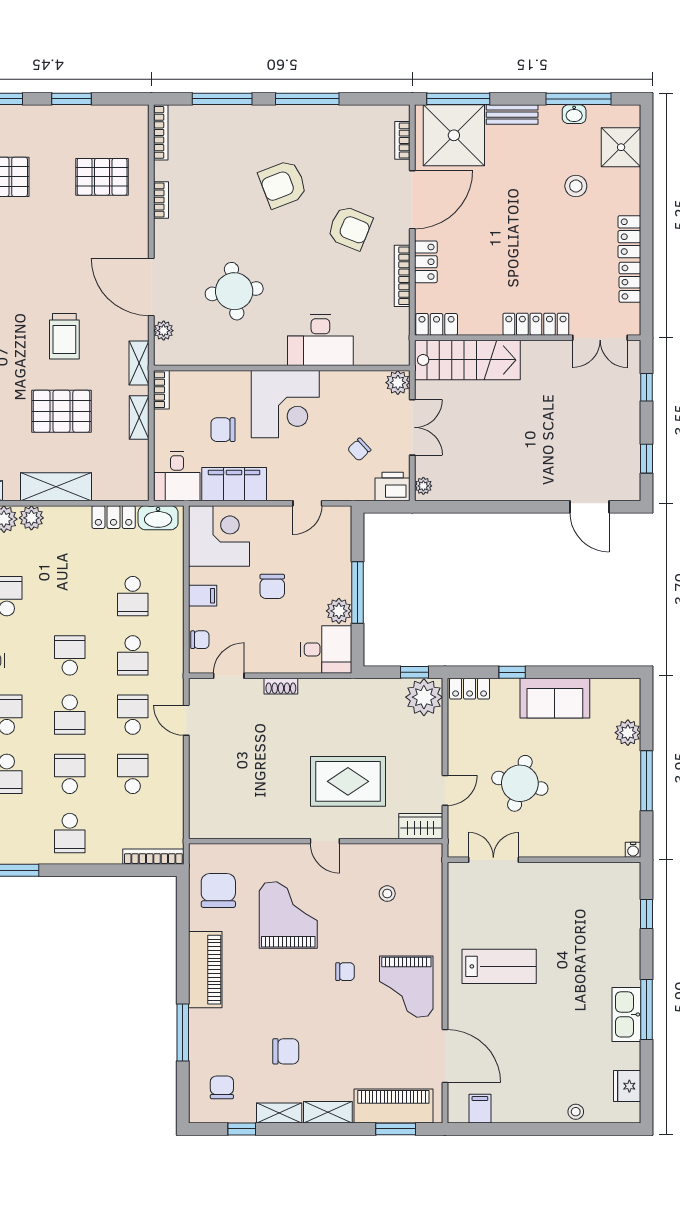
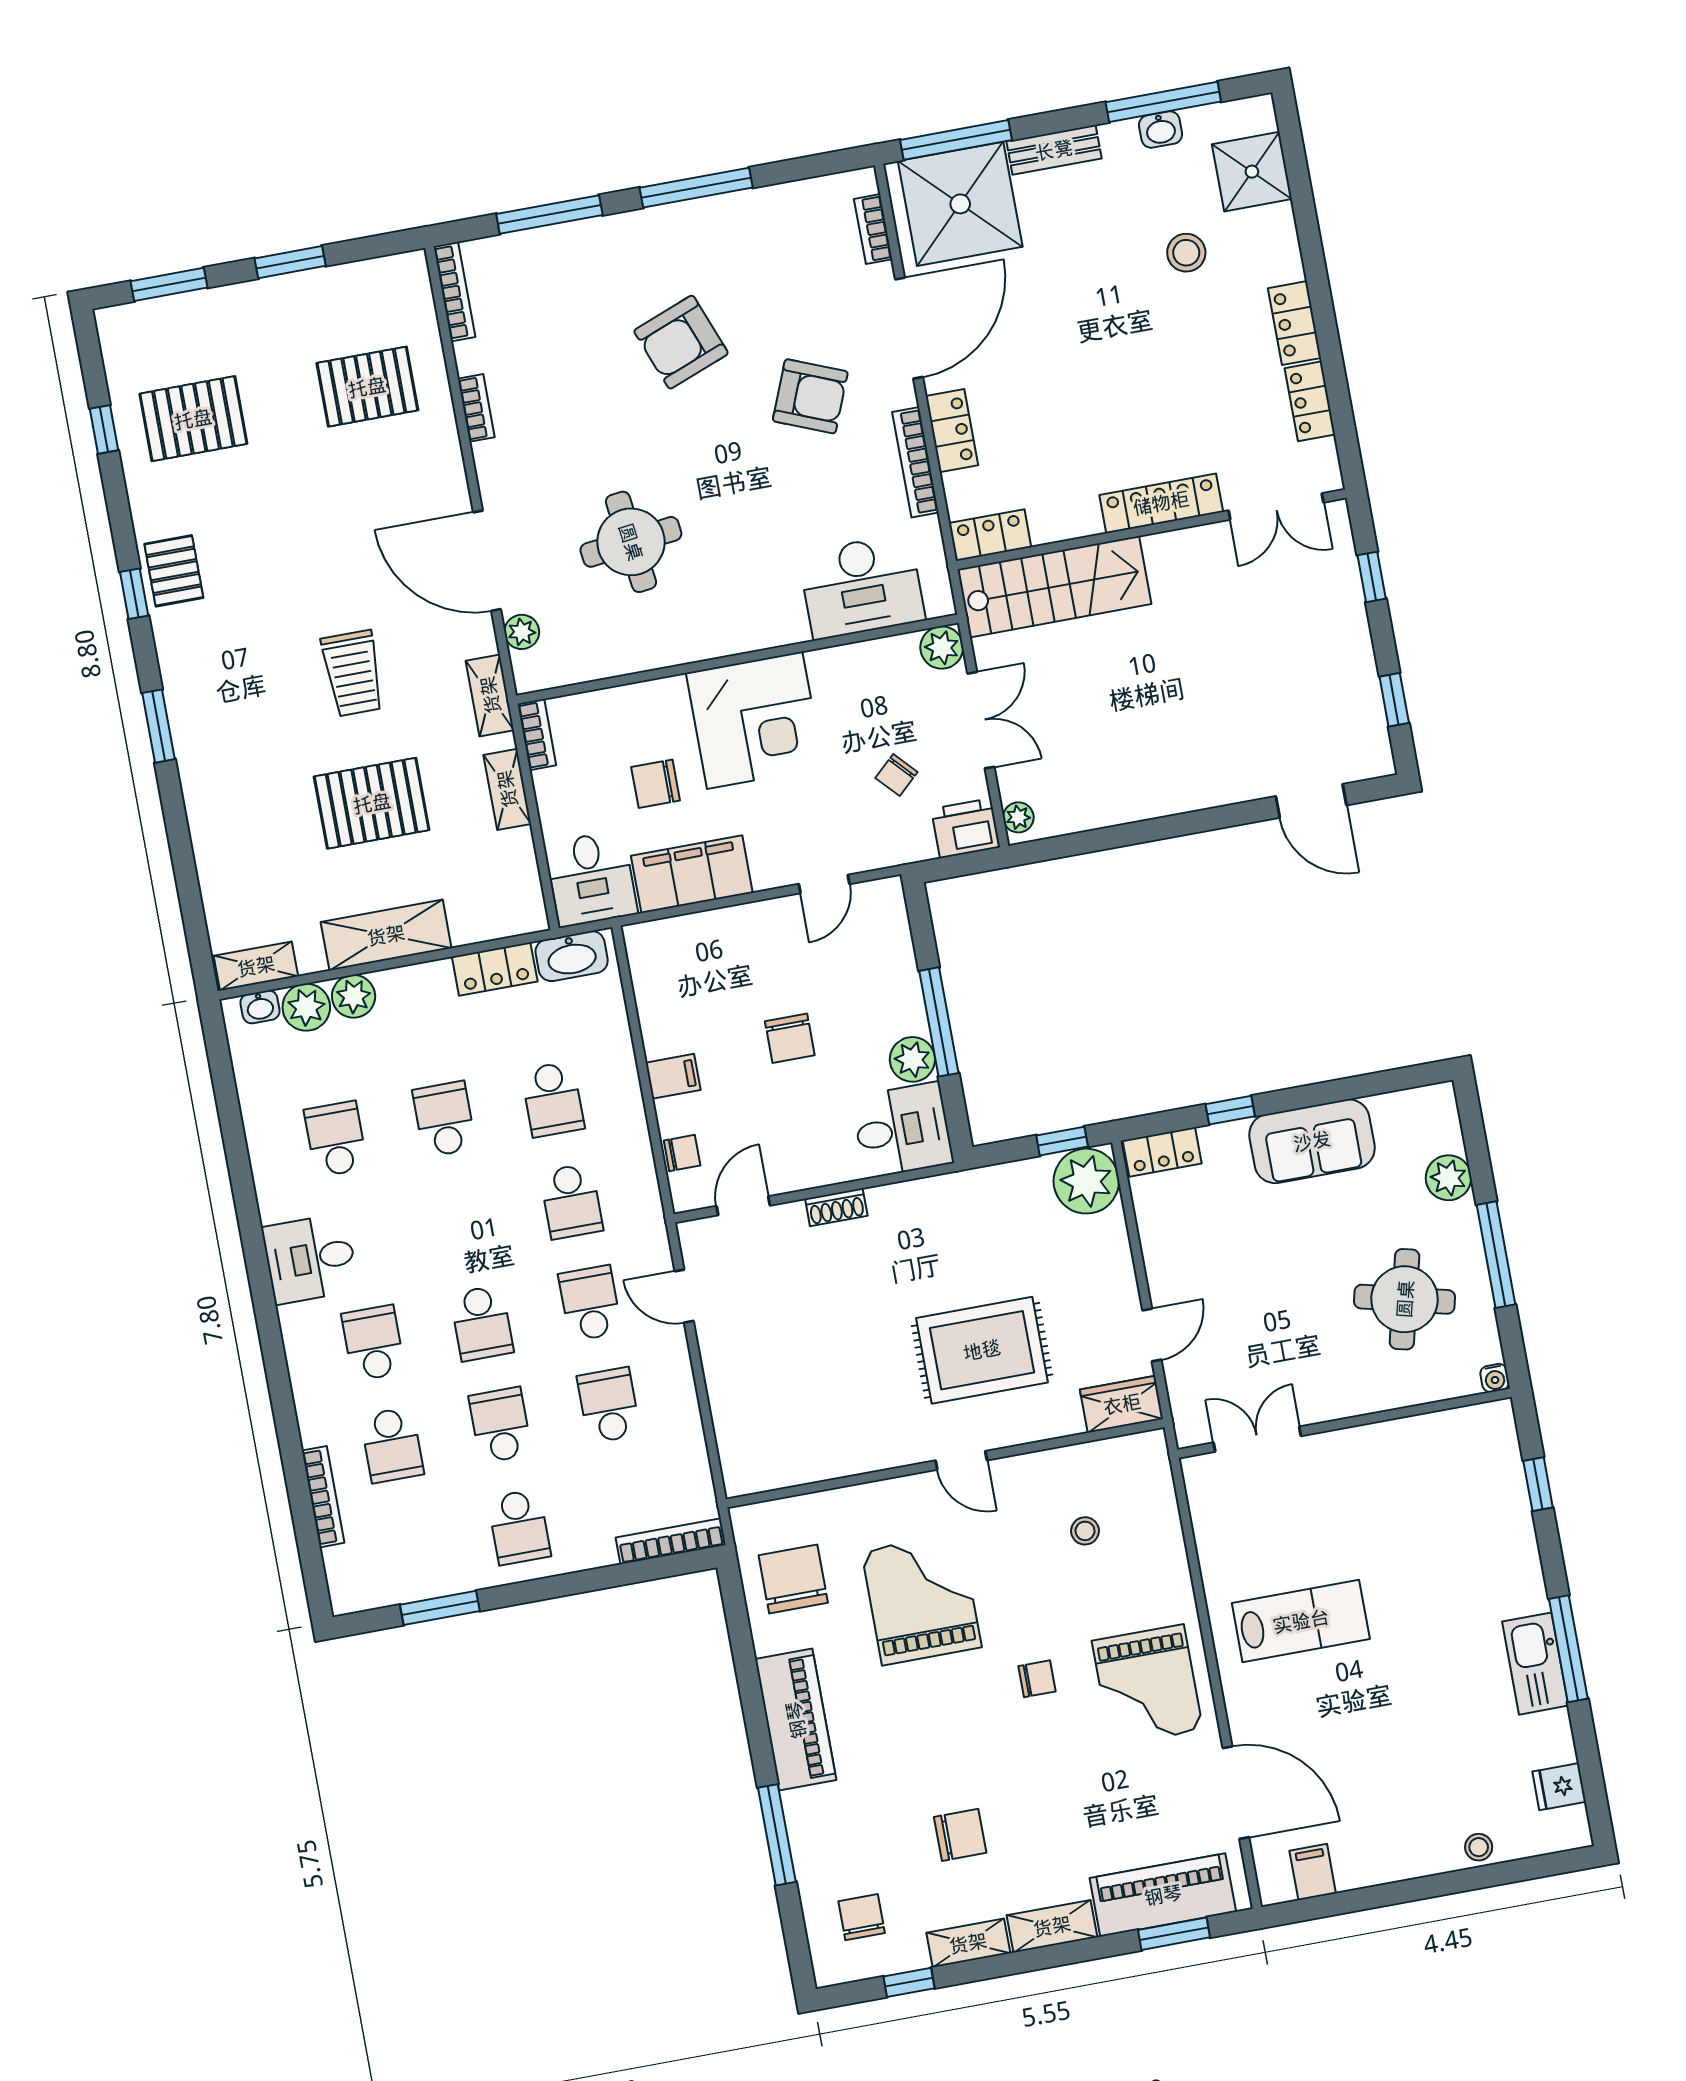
desk: (320, 340) -> (862, 587), moved
corner desk: (219, 536) -> (682, 968), removed
school desk: (70, 655) -> (444, 1119), moved
round table: (520, 783) -> (1405, 1299), moved
fridge: (627, 1086) -> (1559, 1787), width x0.72

